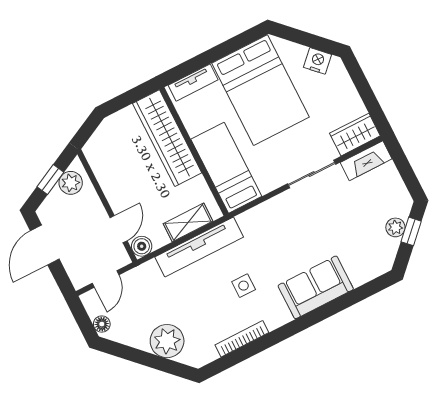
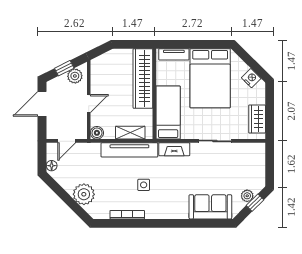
wardrobe: (355, 135) -> (257, 119), moved, turned -90
fireplace: (366, 161) -> (174, 149), moved
door: (119, 229) -> (89, 104), moved
sofa: (316, 287) -> (210, 207), moved

